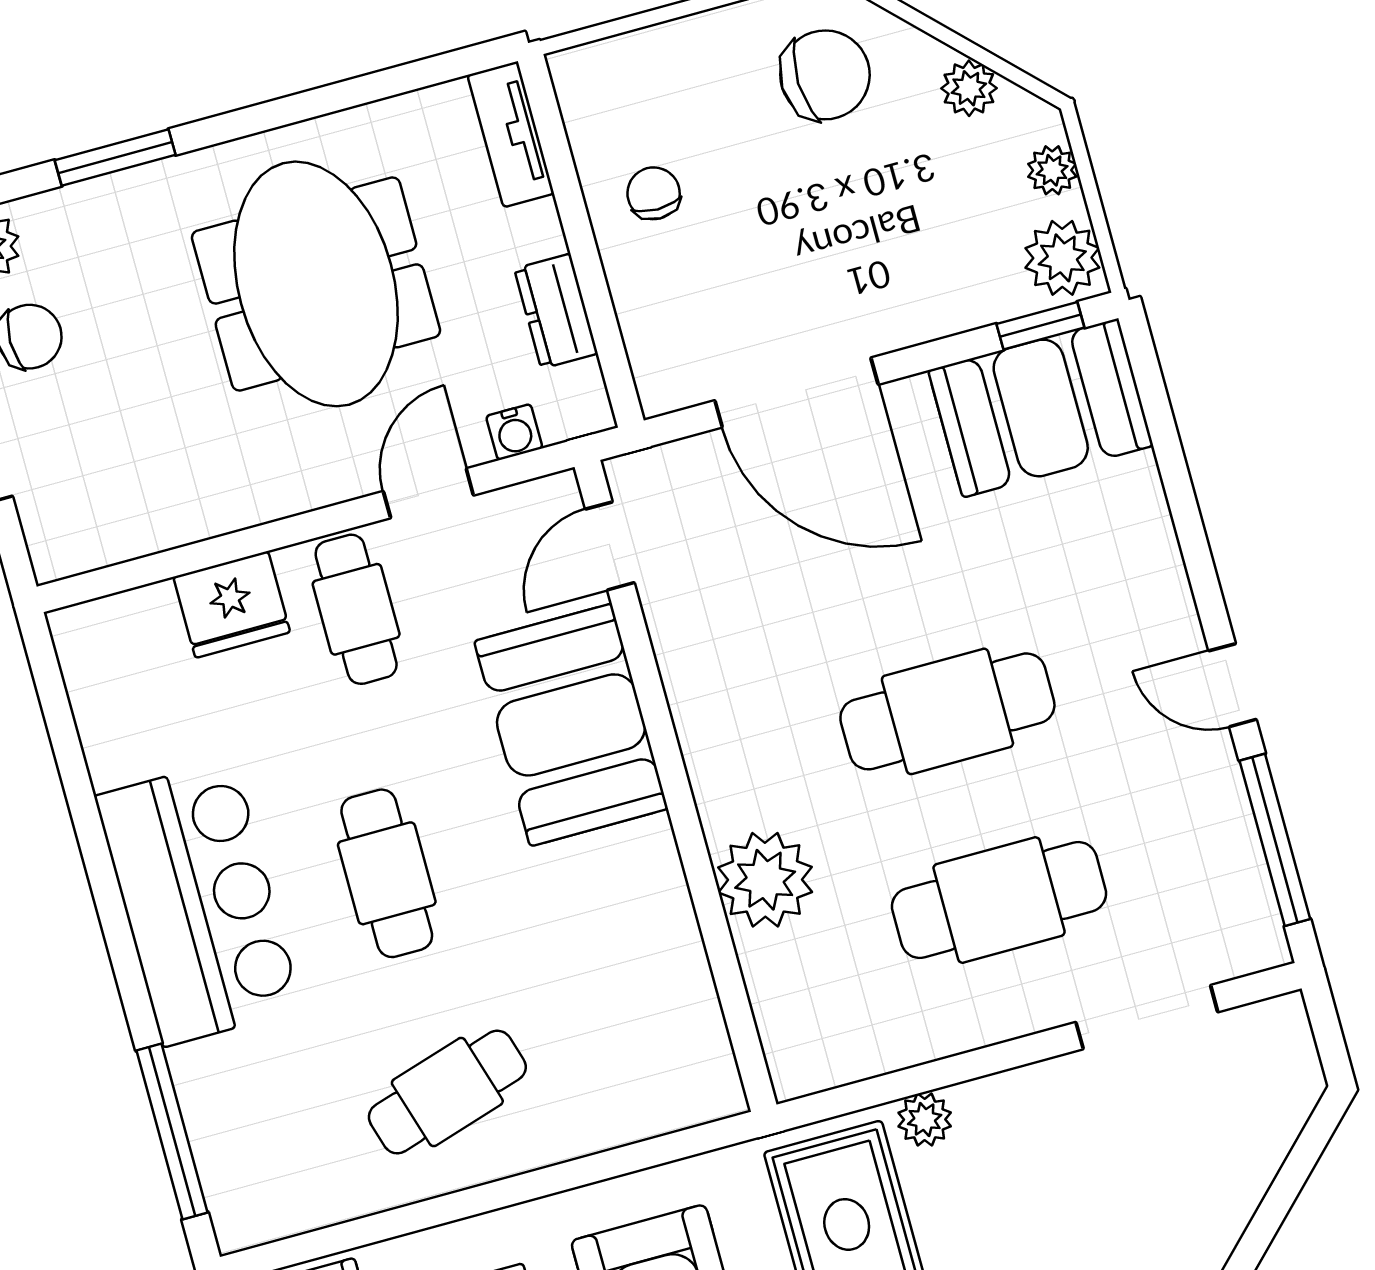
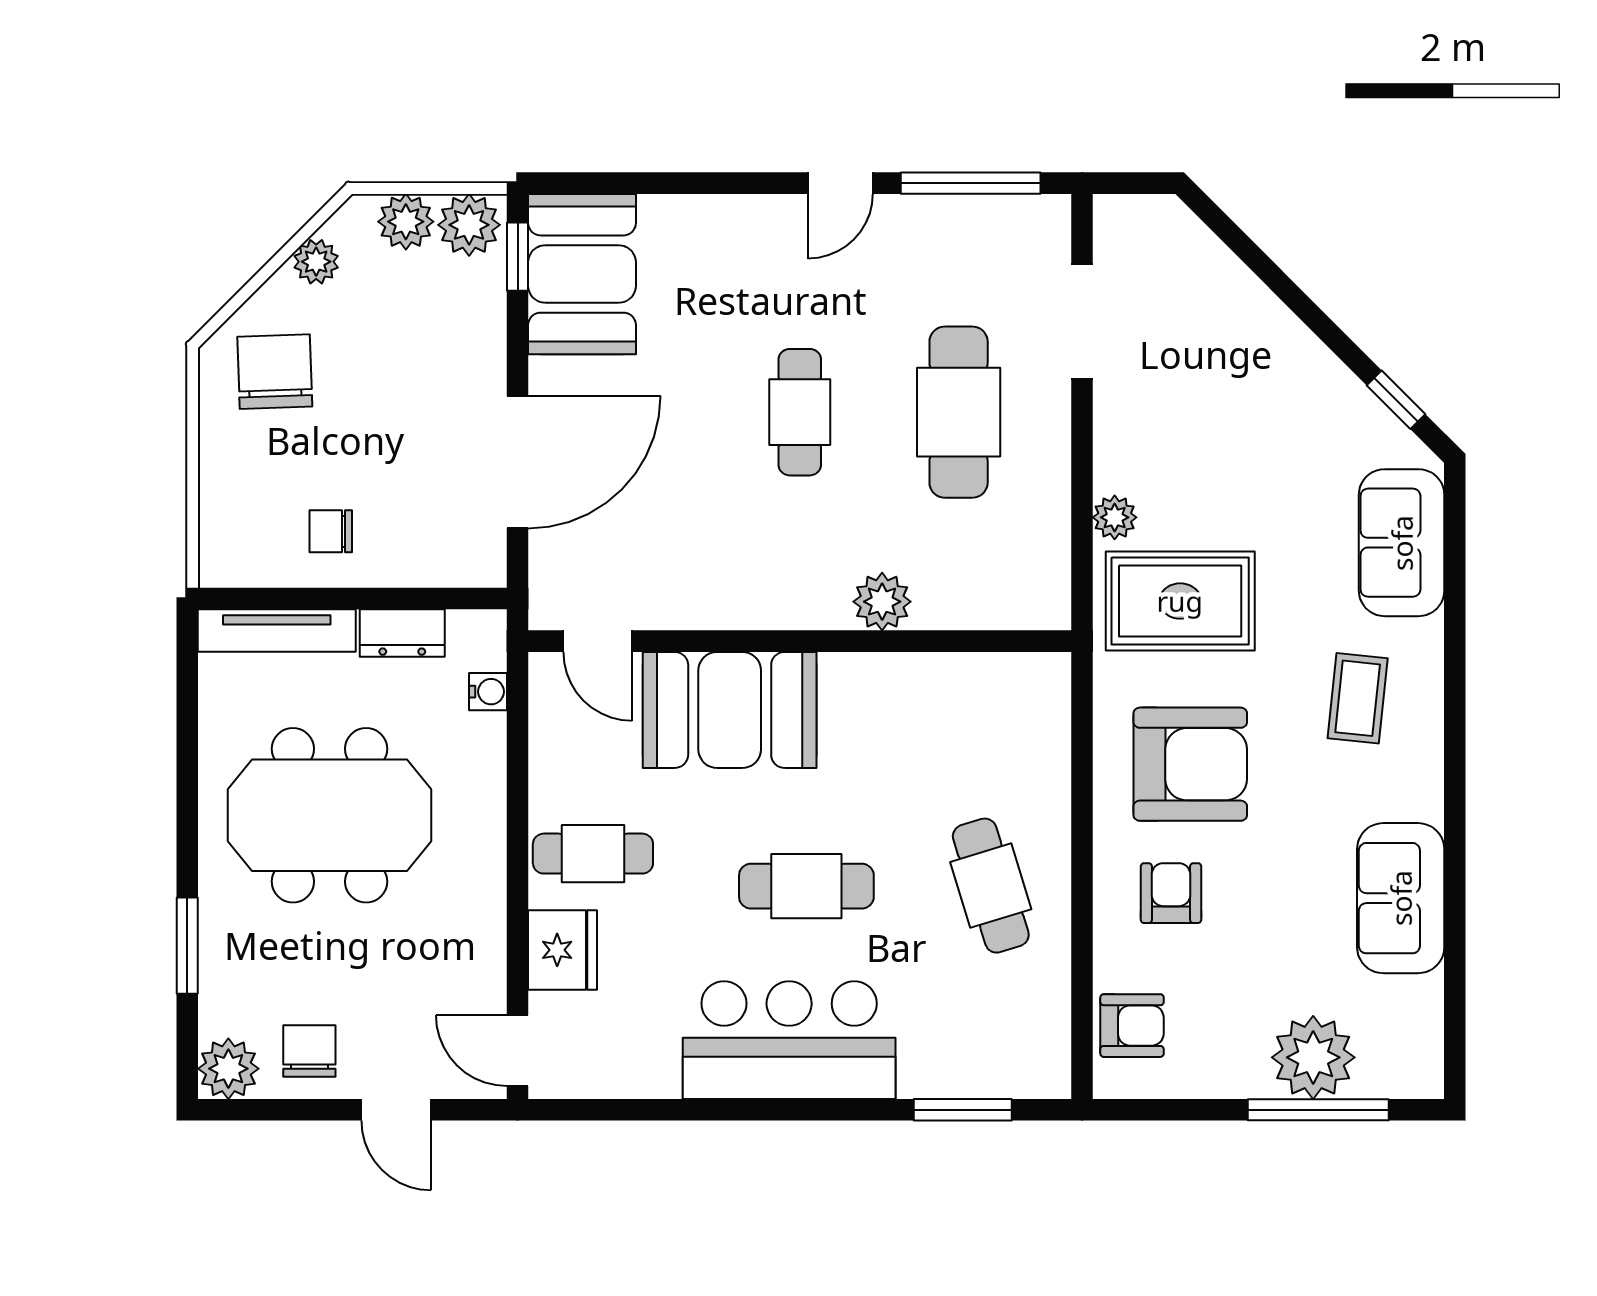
tv unit: (511, 134) -> (277, 631), width x1.41
plant: (1052, 170) -> (406, 222), width x1.38, depth x1.38
door: (428, 493) -> (518, 1051), moved
cafe table: (947, 711) -> (800, 412), width x0.73, depth x0.74
plant: (765, 880) -> (882, 602), width x0.73, depth x0.73
window: (172, 1132) -> (963, 1110), width x0.69

